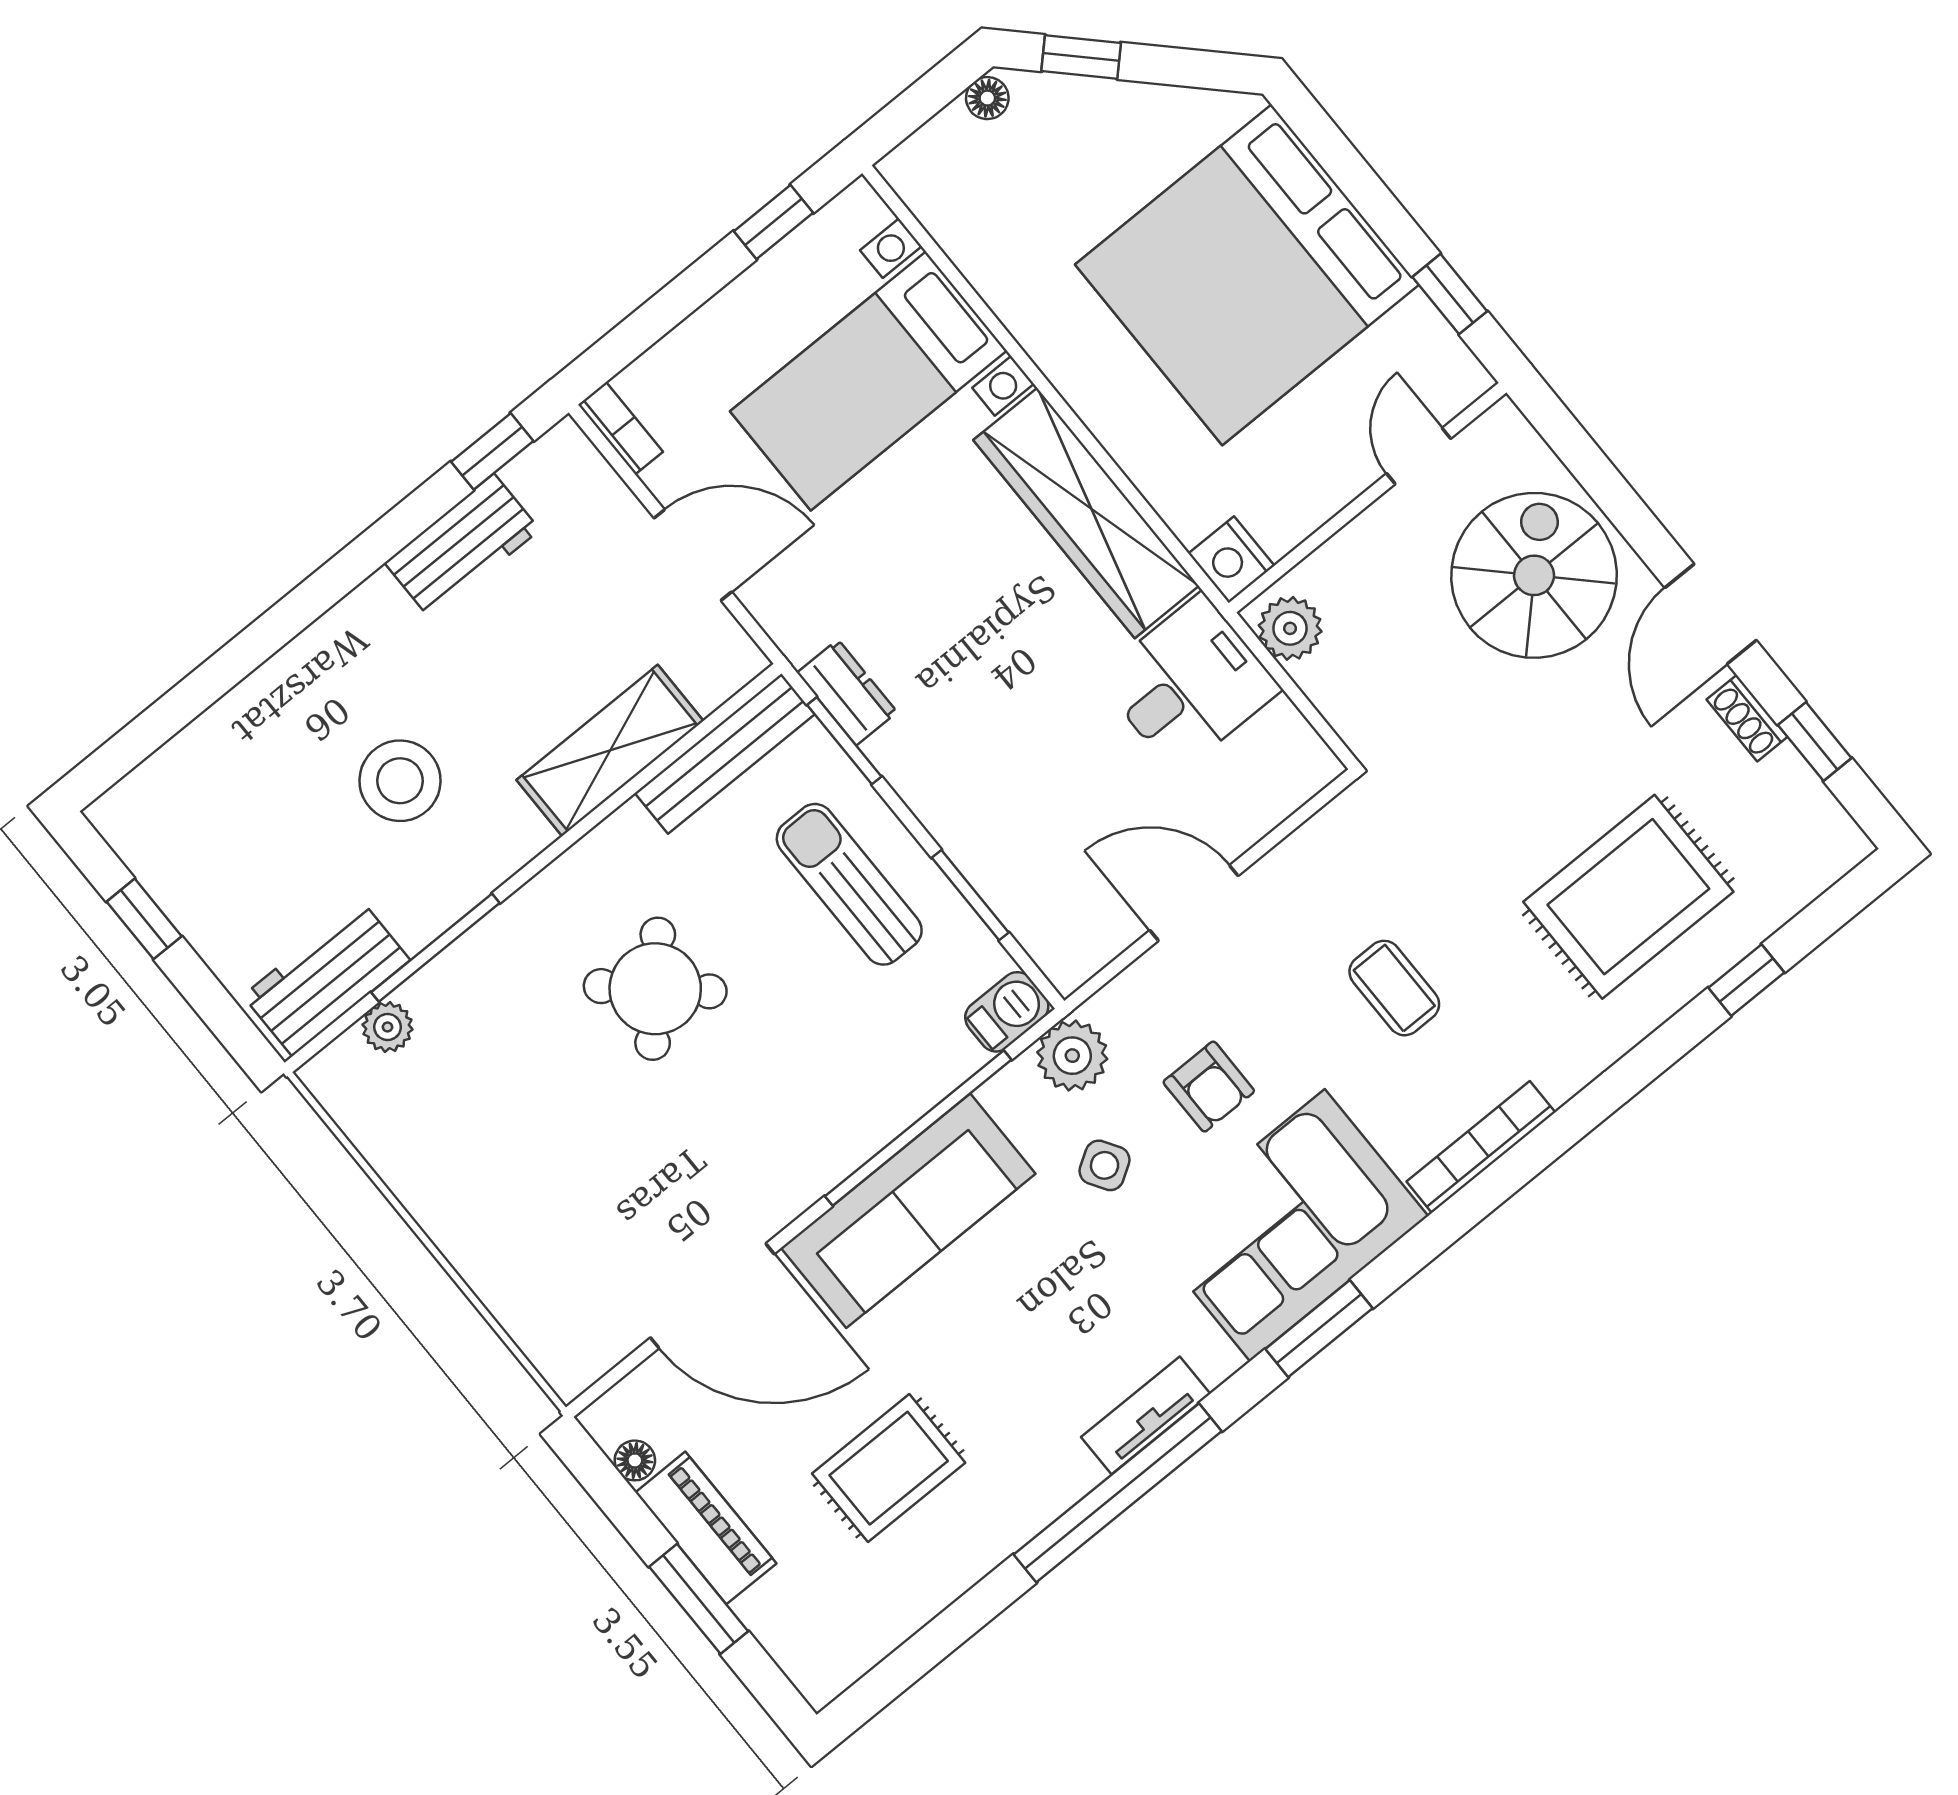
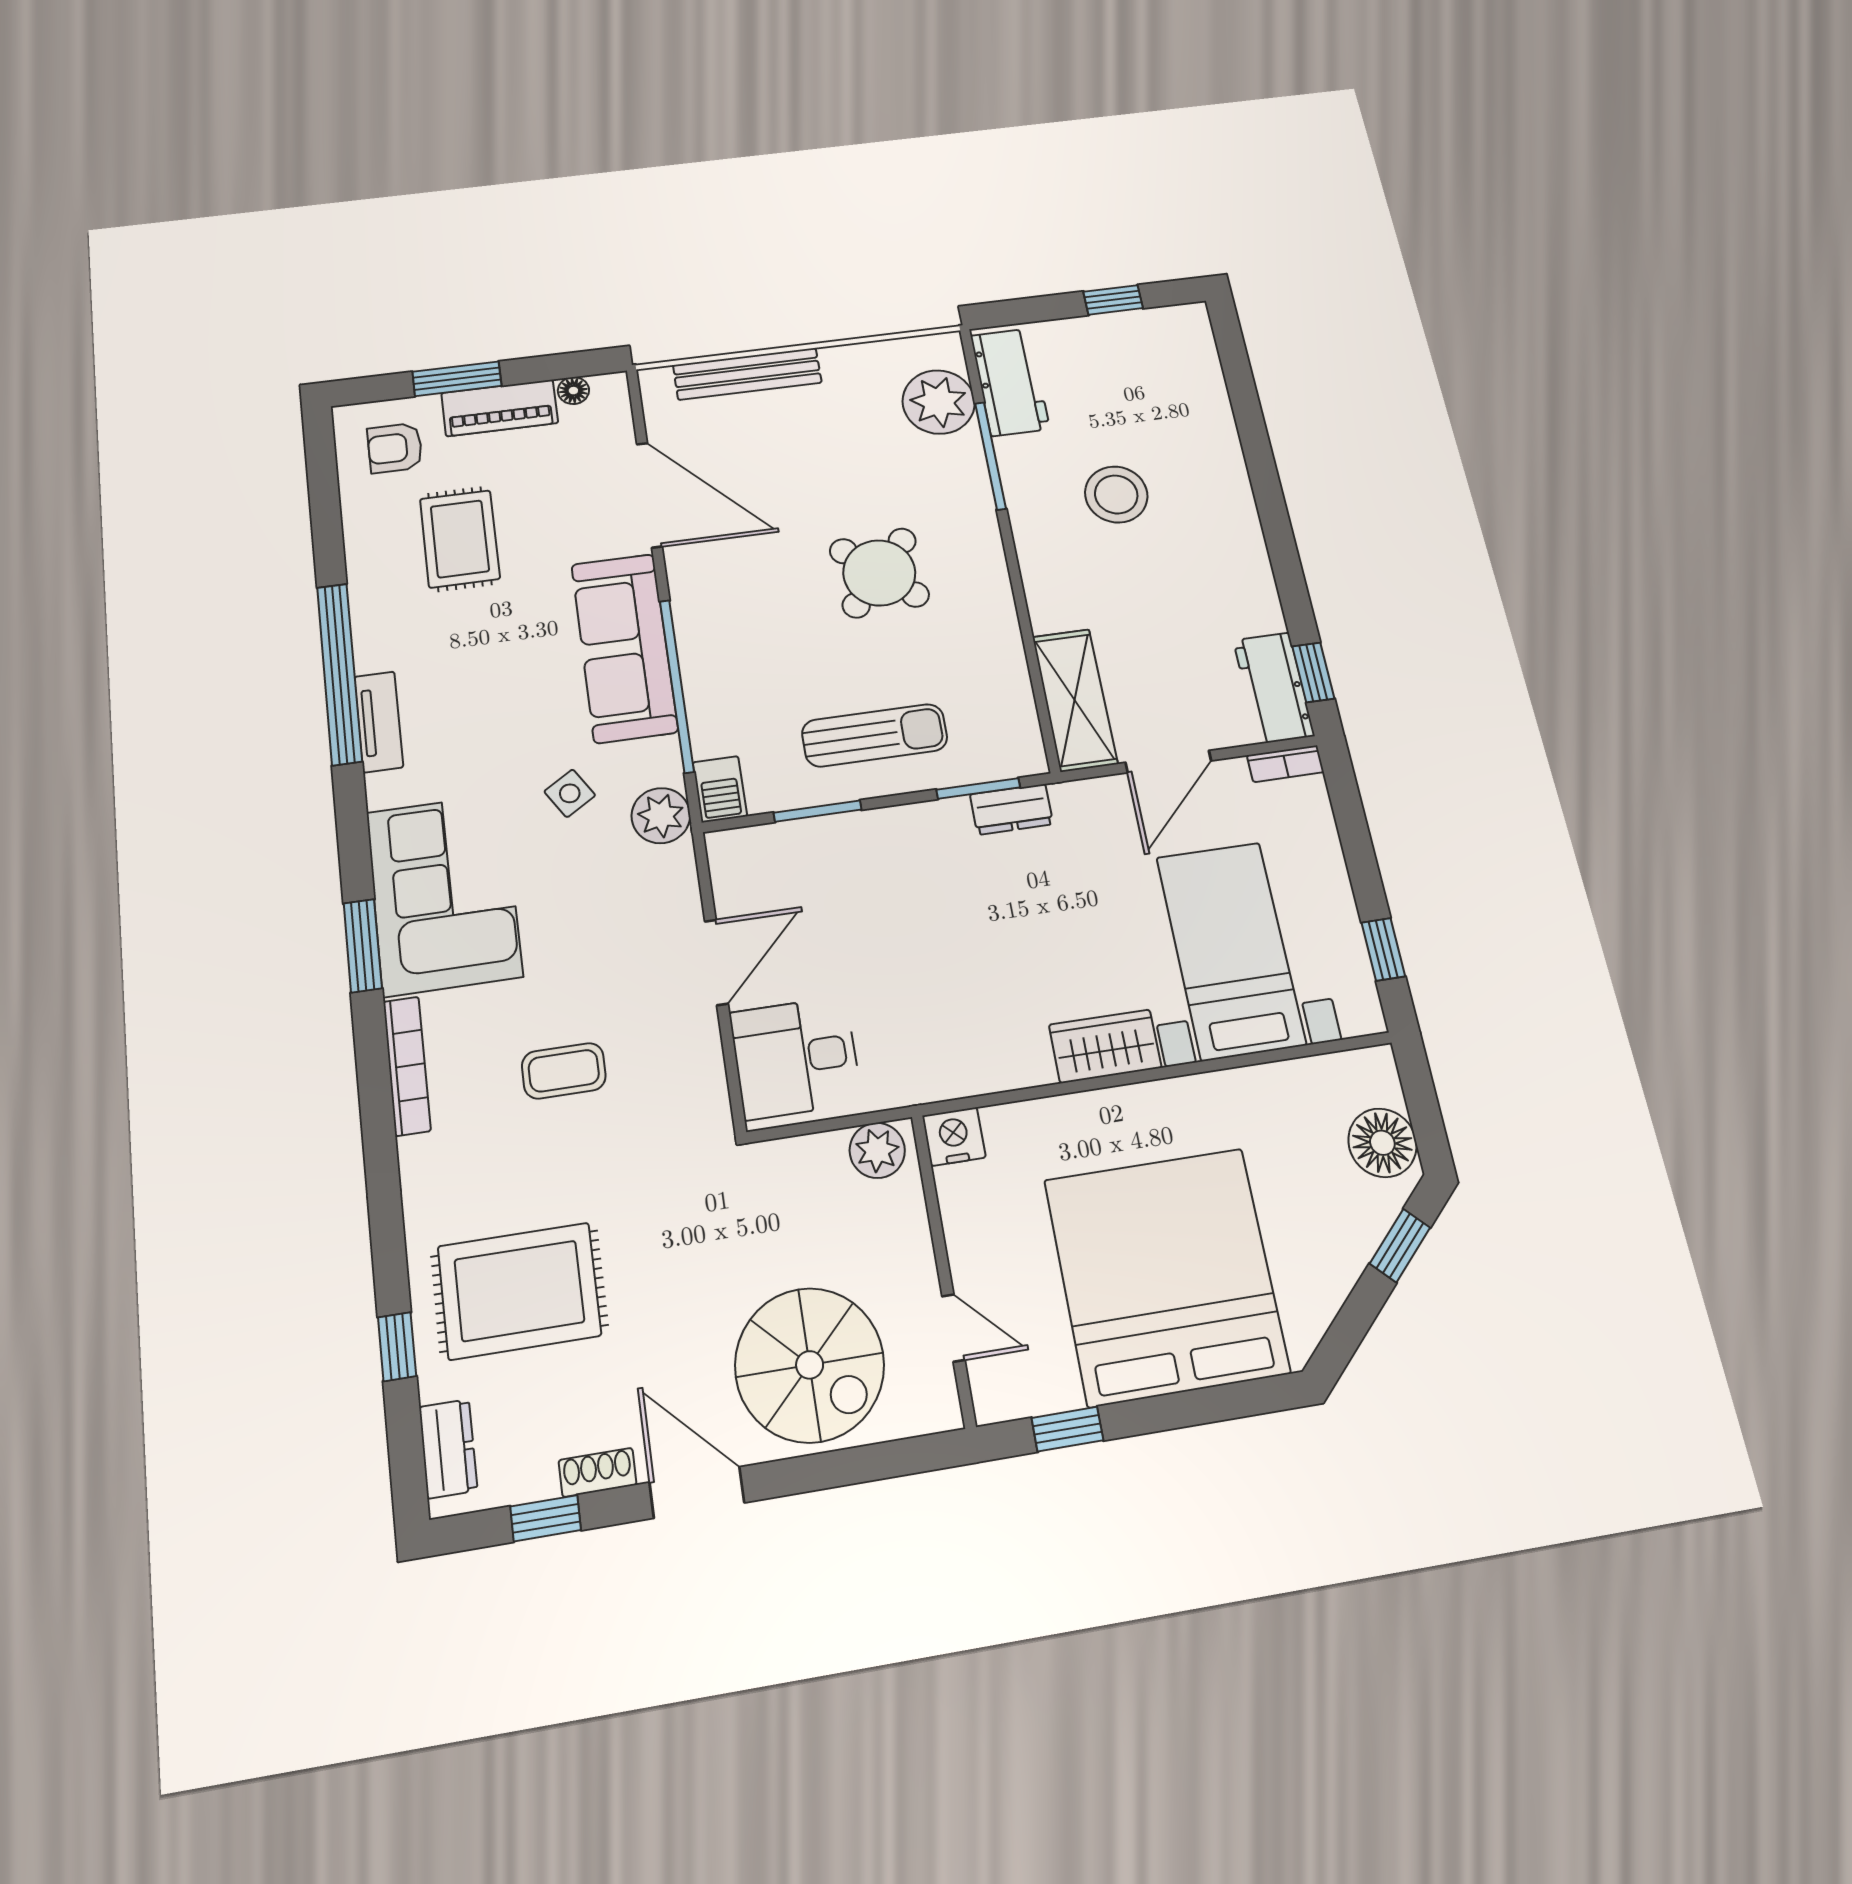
floor lamp: (987, 98) -> (1382, 1143), width x1.89, depth x1.89
wardrobe: (1086, 513) -> (1105, 1046), width x0.48, depth x0.85
workbench: (462, 546) -> (1274, 688), moved
desk: (1189, 684) -> (796, 1058), moved, turned 90
shelving: (610, 750) -> (1075, 700), moved
bench: (725, 754) -> (747, 374), moved, turned 90
dresser: (1808, 872) -> (448, 1449), added
rug: (1628, 897) -> (519, 1291), turned 90
plant: (388, 1027) -> (939, 402), width x1.87, depth x1.87
armchair: (1209, 1087) -> (395, 448), moved
door: (712, 1296) -> (649, 495), swing flipped
window: (1319, 1329) -> (363, 946), moved

